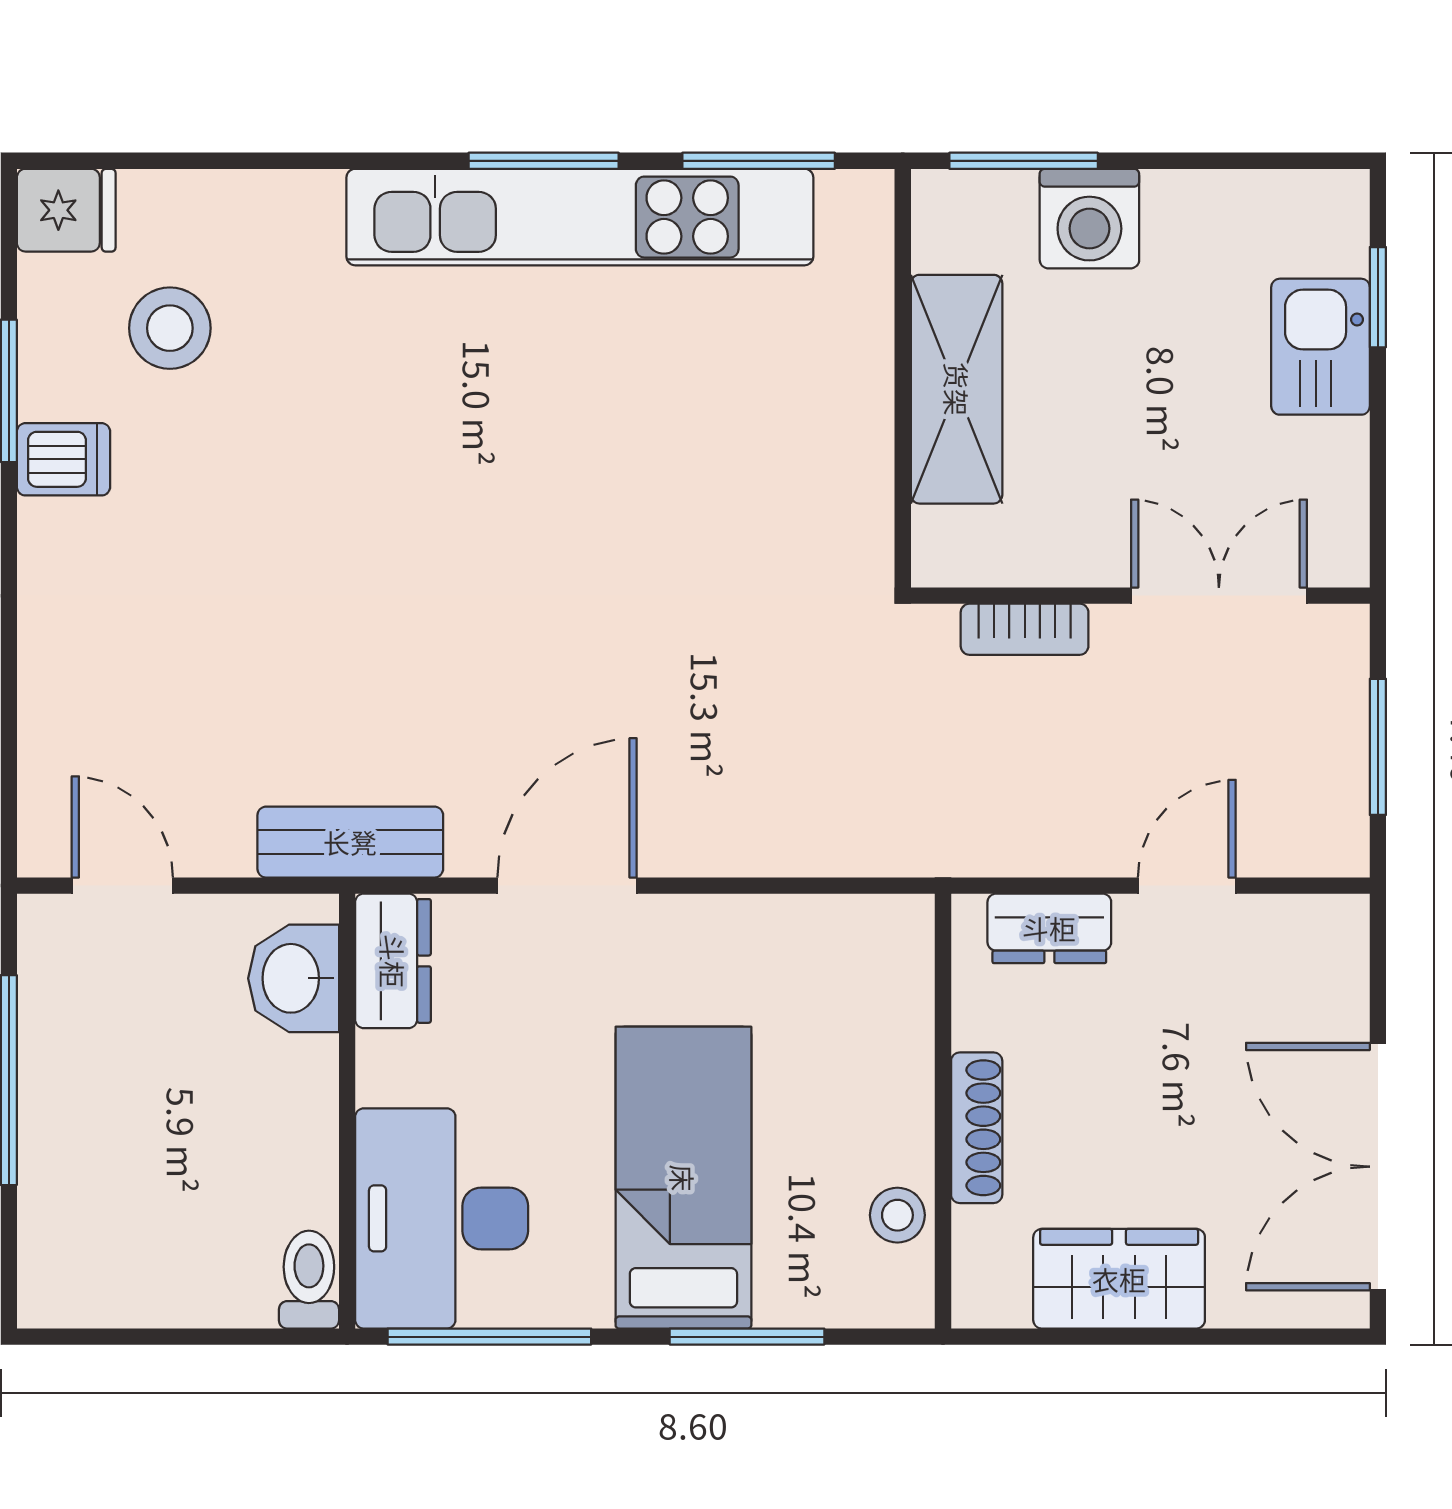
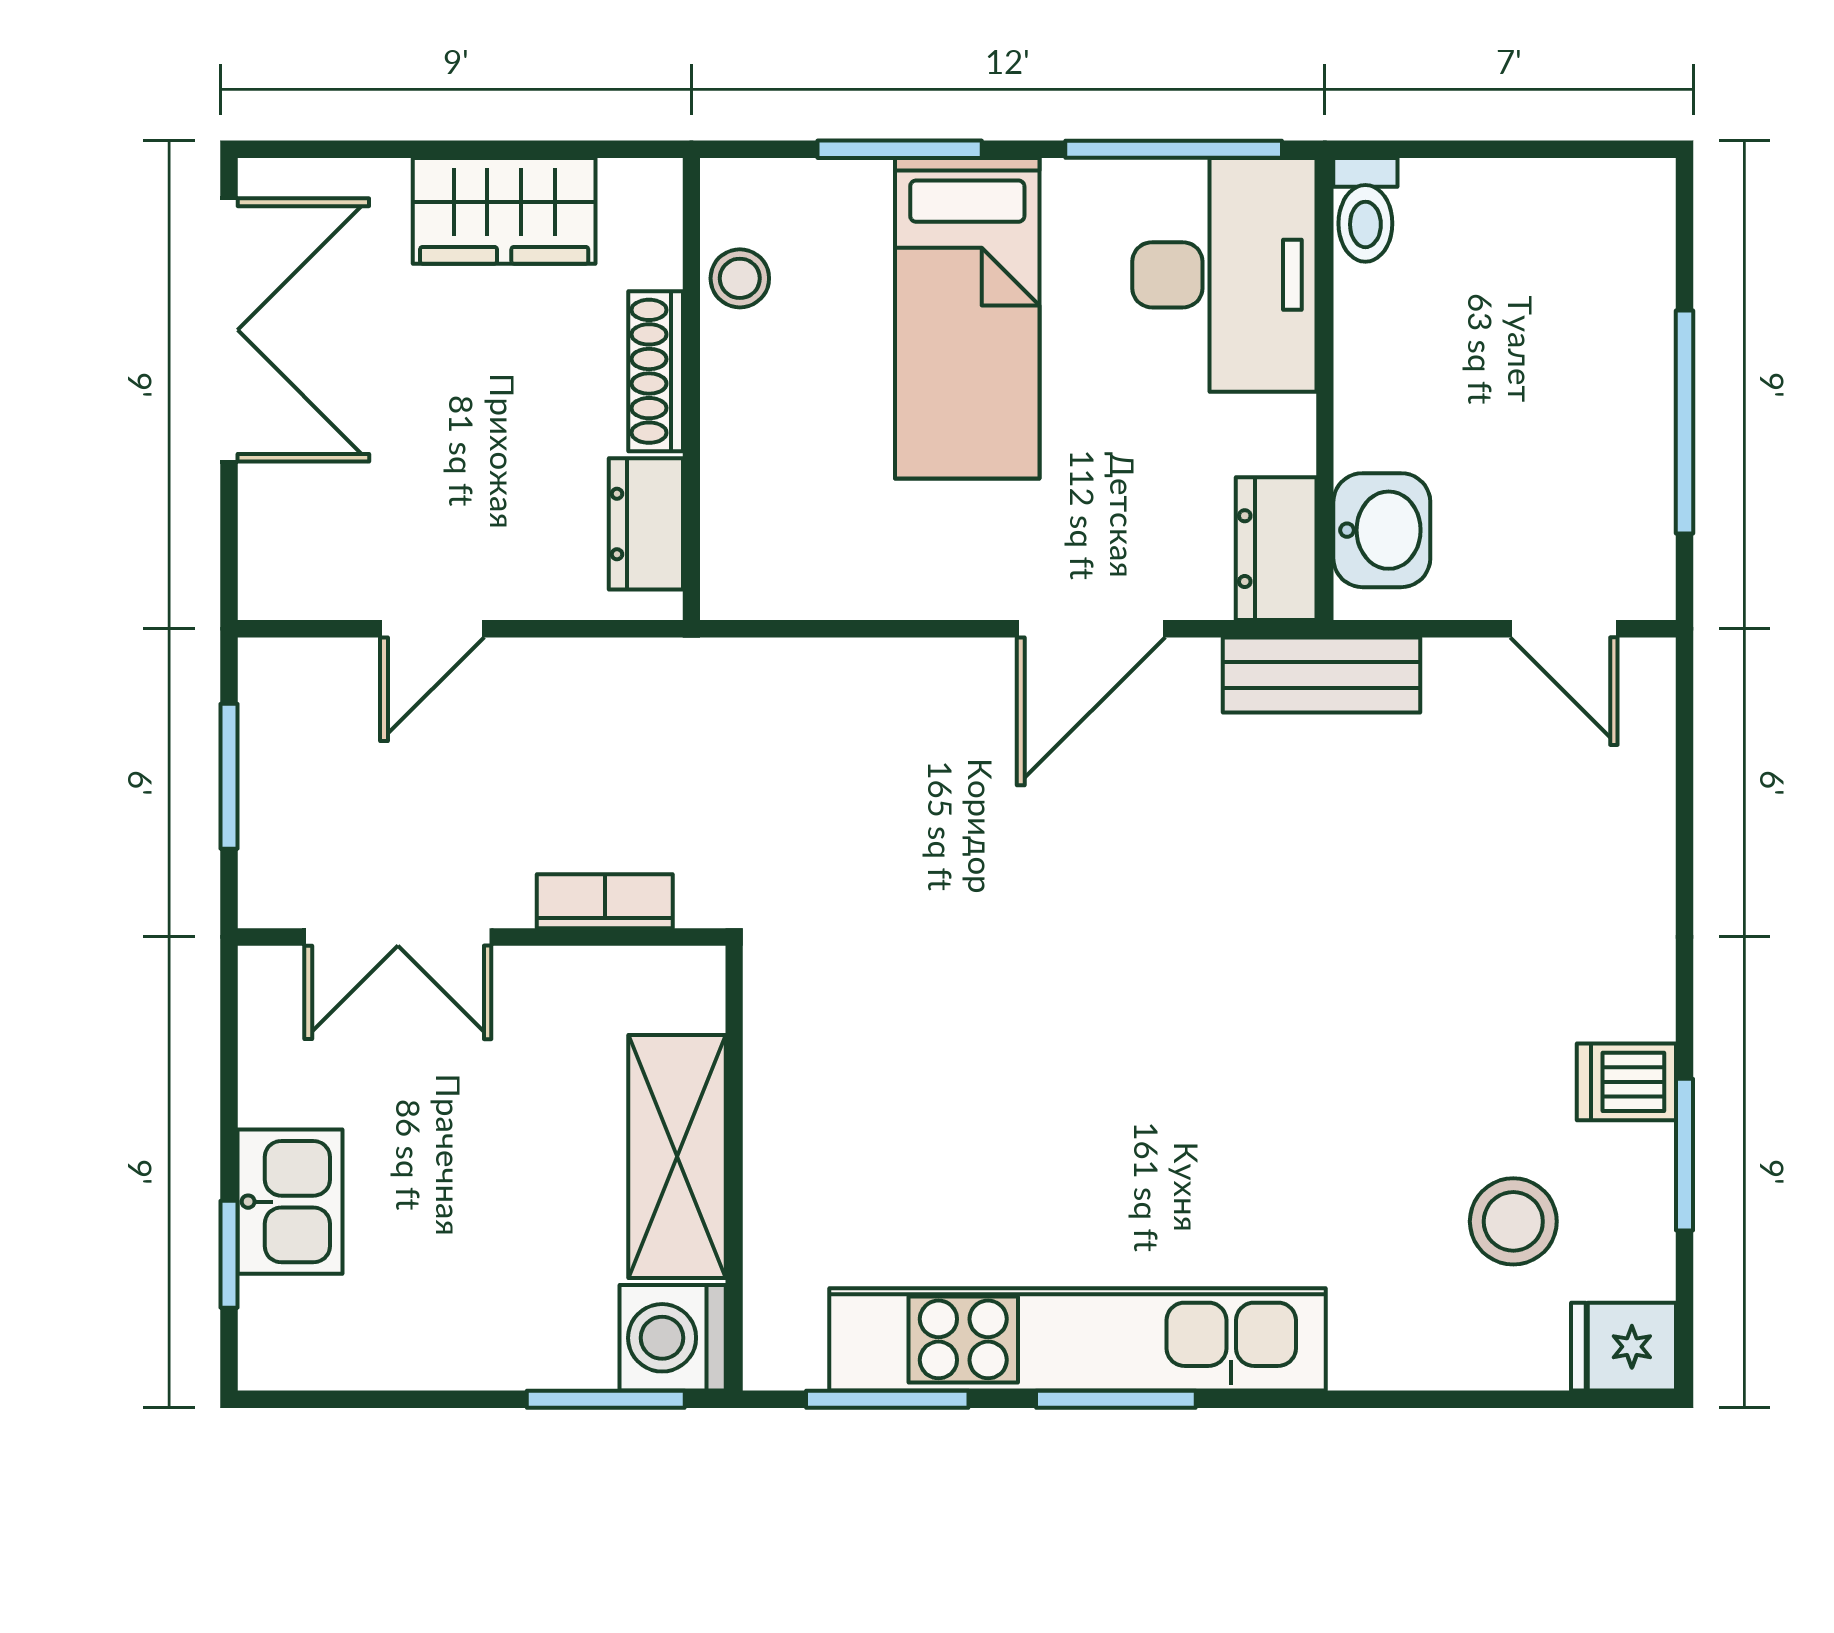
washing machine: (1089, 219) -> (673, 1338), moved, turned -90
dresser: (1049, 928) -> (646, 524), moved, turned -90

